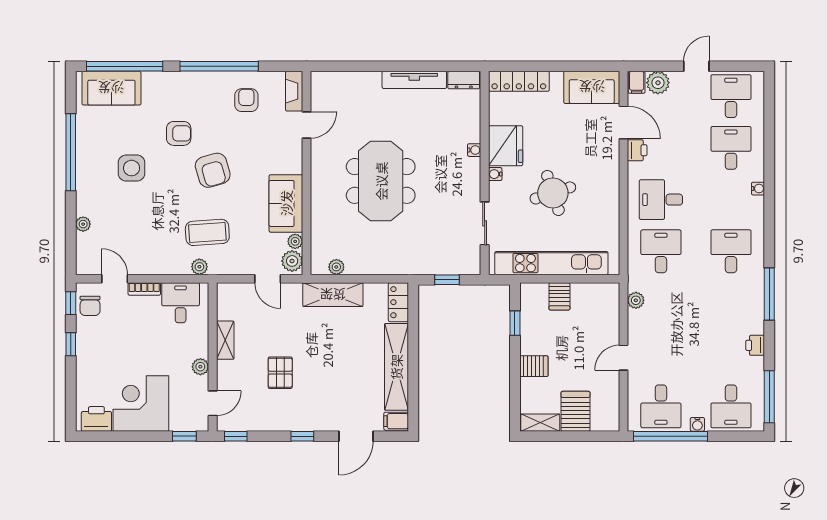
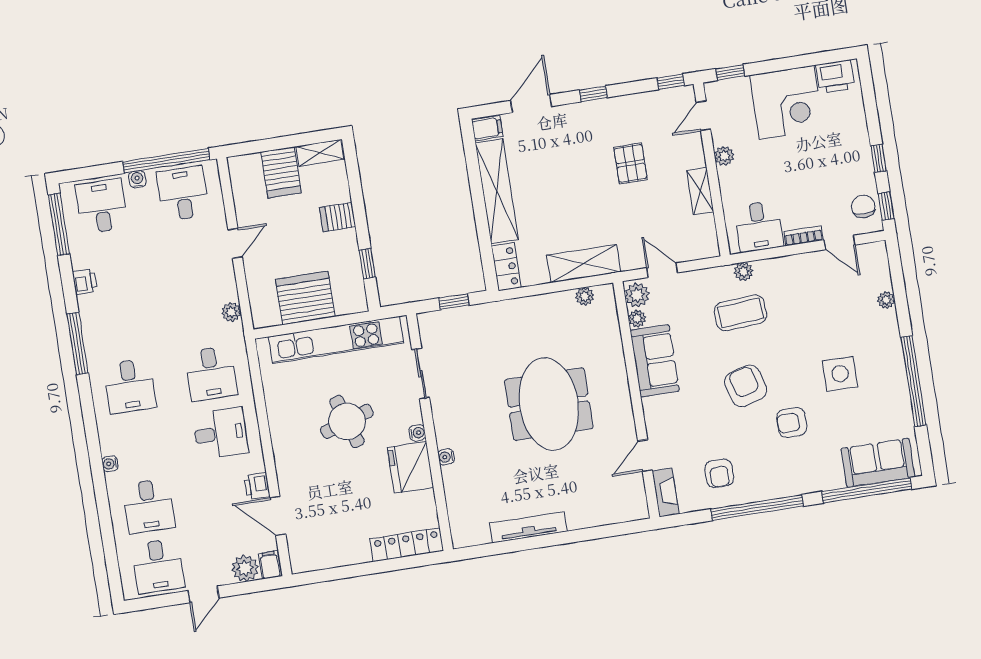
dresser: (464, 80) -> (471, 536), removed
sofa: (592, 87) -> (321, 551), removed
server rack: (559, 296) -> (305, 298), width x2.18, depth x1.44

